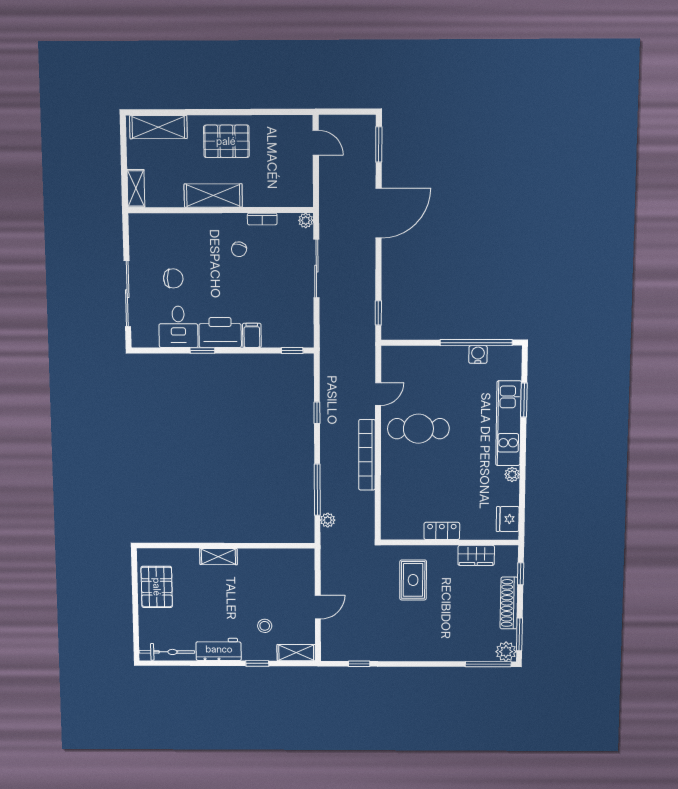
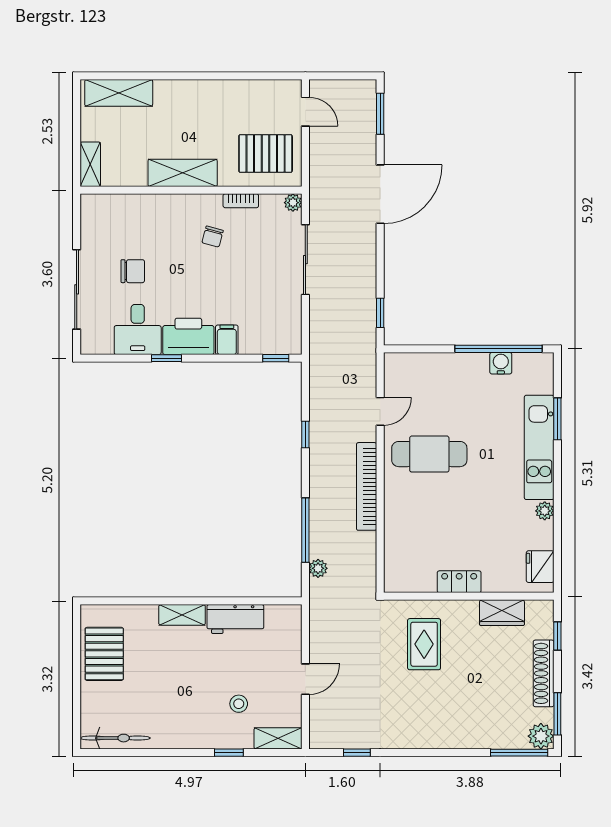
pallet: (226, 141) -> (266, 153), moved
workbench: (219, 649) -> (235, 619), moved, turned 180

